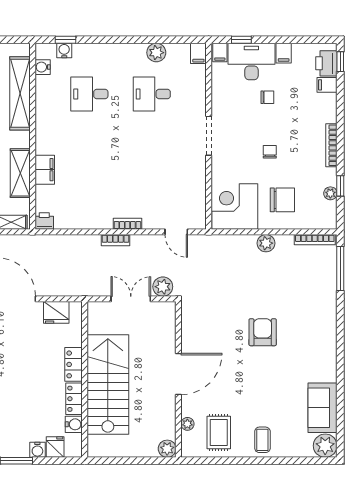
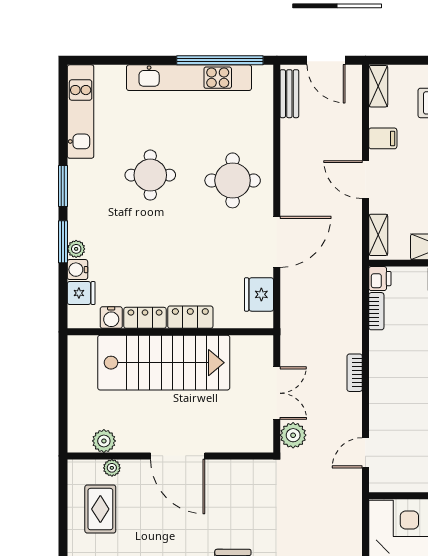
bookcase: (127, 224) -> (376, 311), moved
rug: (219, 433) -> (100, 509), turned 90
plant: (167, 449) -> (104, 441), moved
plant: (22, 451) -> (76, 249), added

